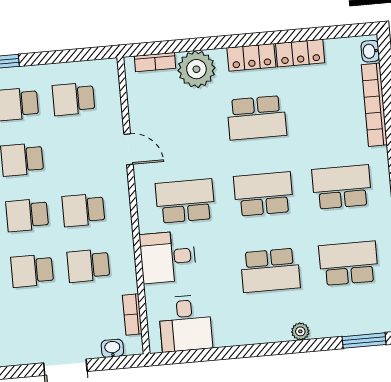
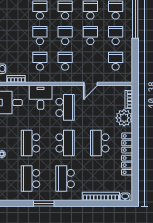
school desk: (342, 187) -> (65, 179), turned 180
school desk: (349, 263) -> (30, 179), turned 180

